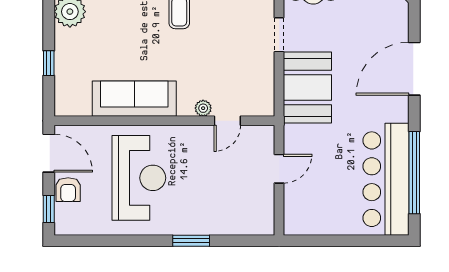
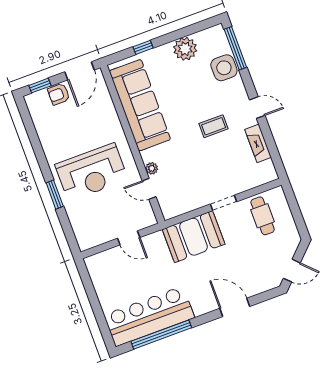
door: (414, 69) -> (235, 307), width x0.73
sofa: (134, 99) -> (140, 105), width x1.36, depth x1.27
reception desk: (139, 178) -> (92, 172), moved

